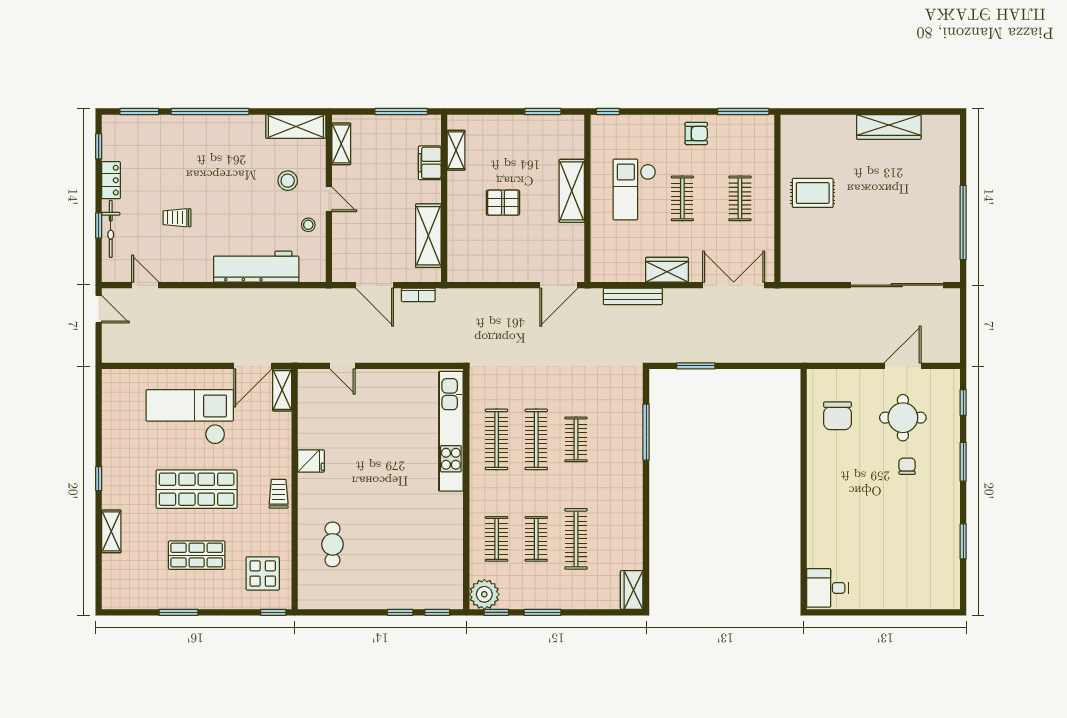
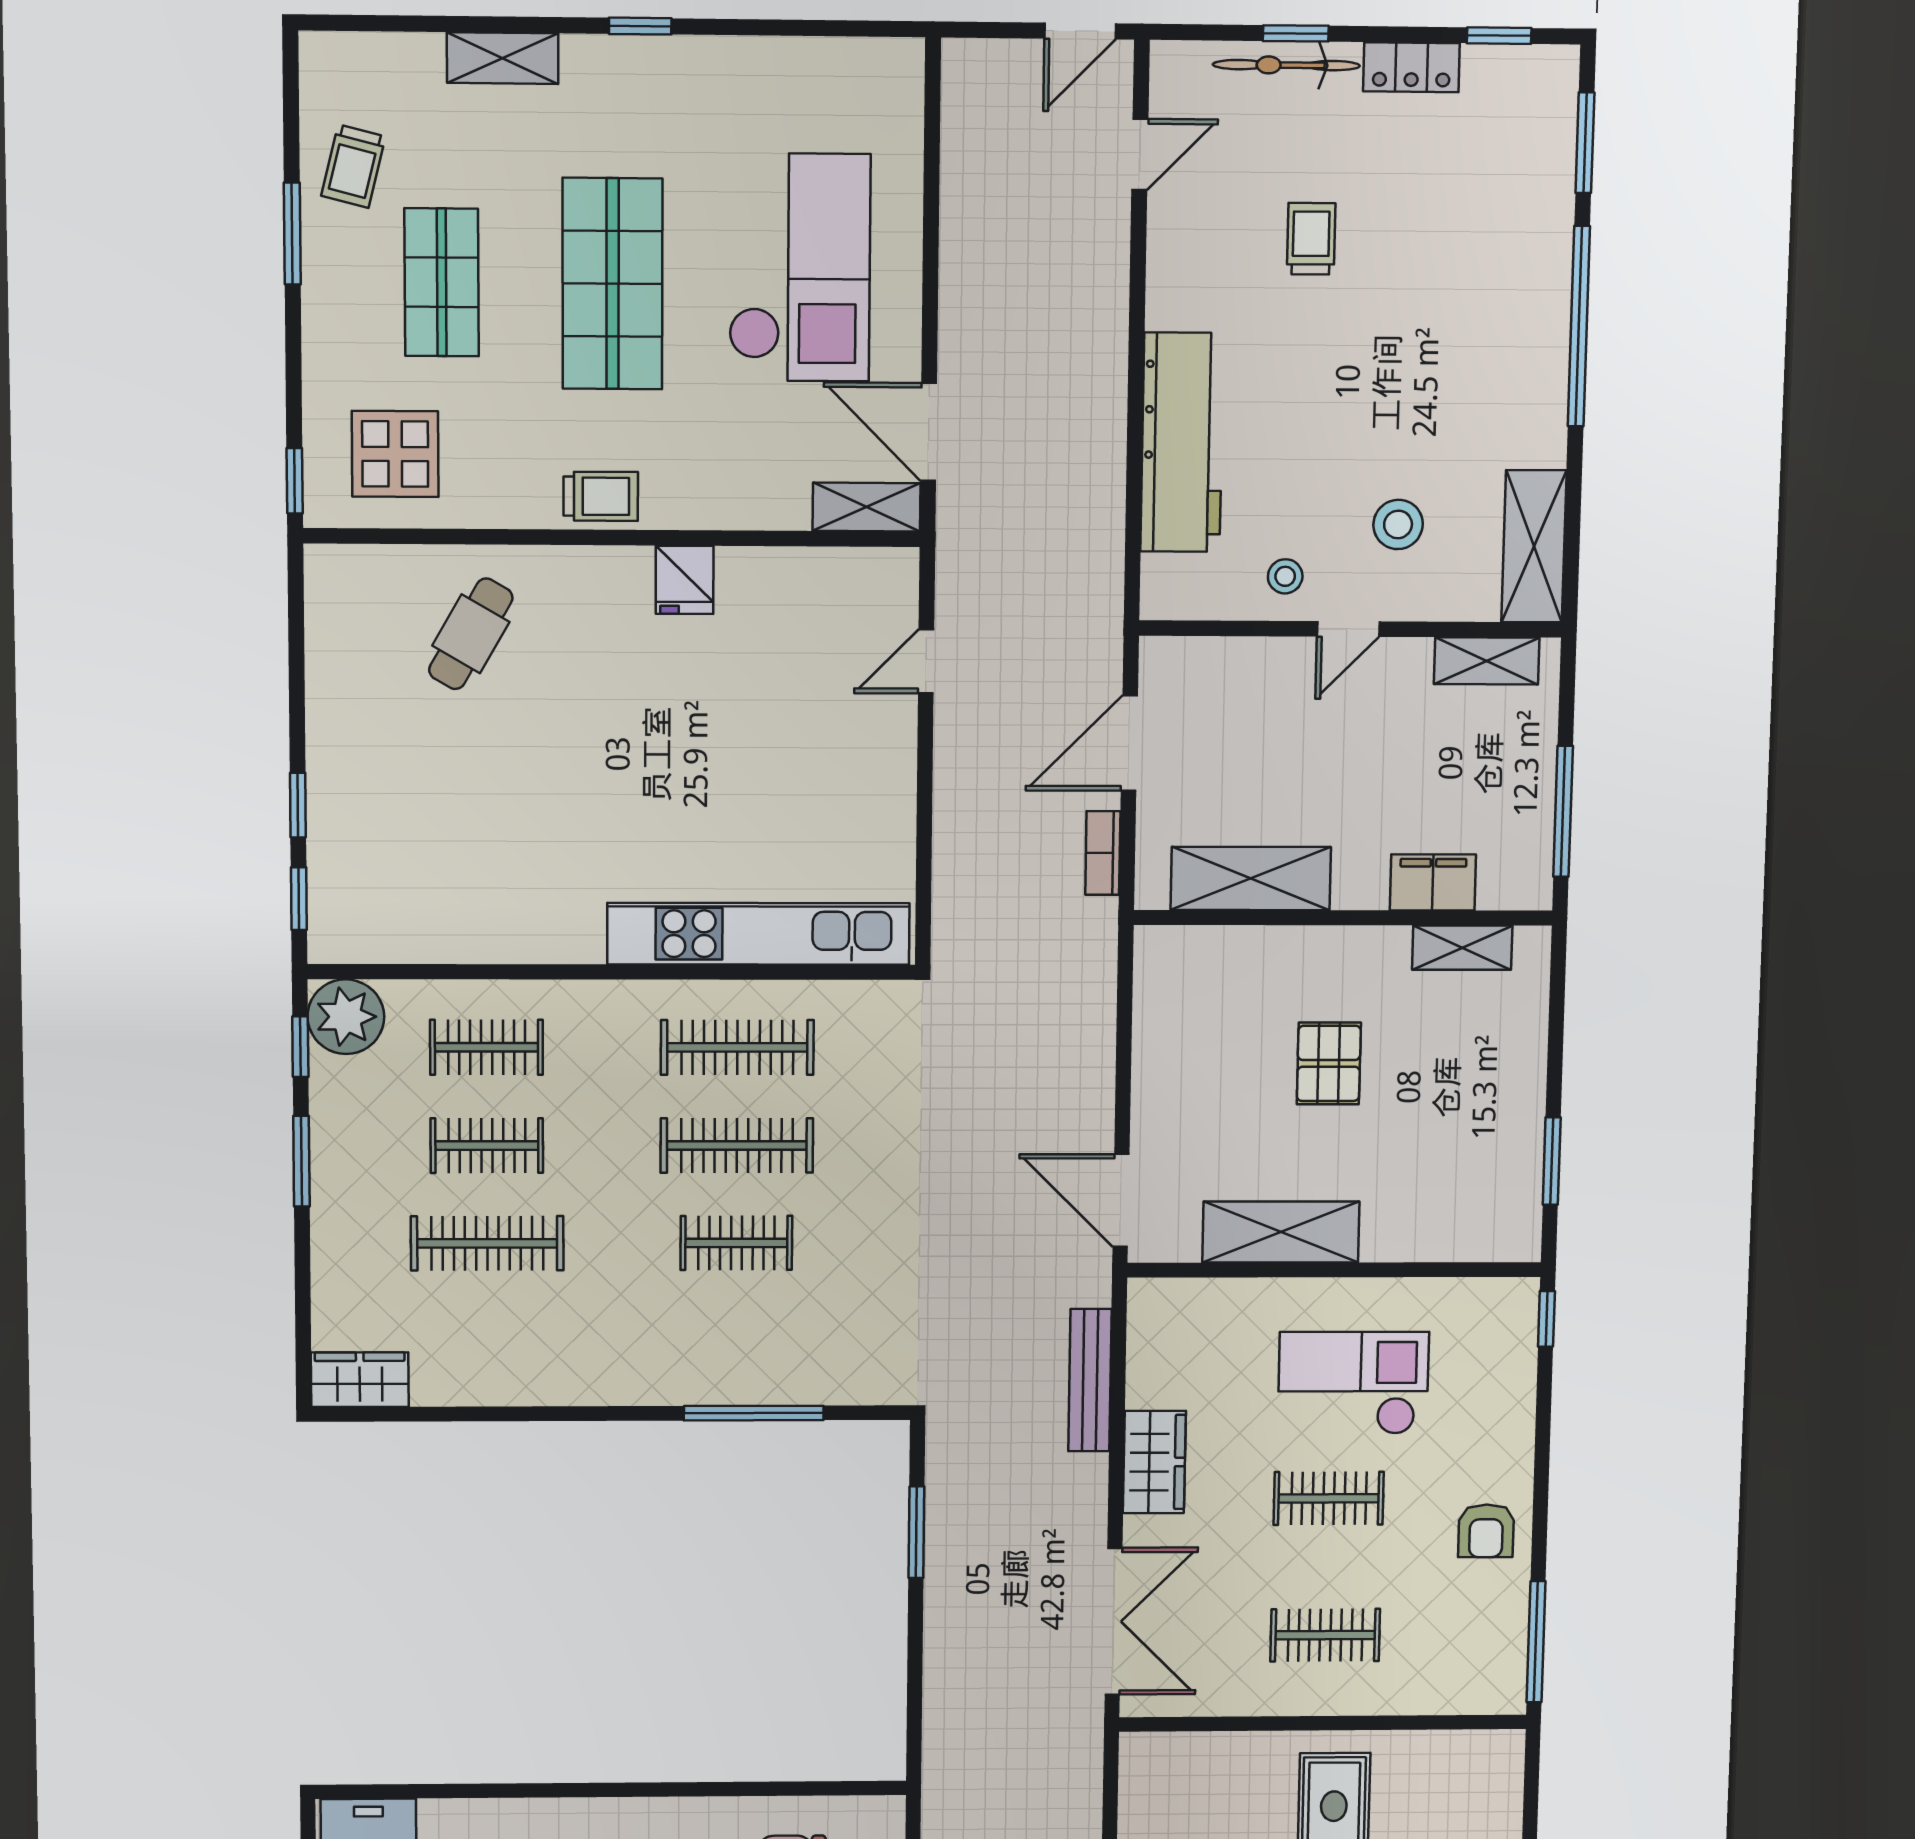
shelving: (572, 191) -> (1281, 1232), moved
cafe table: (332, 544) -> (471, 634), turned -60
trolley: (153, 589) -> (353, 166), added

